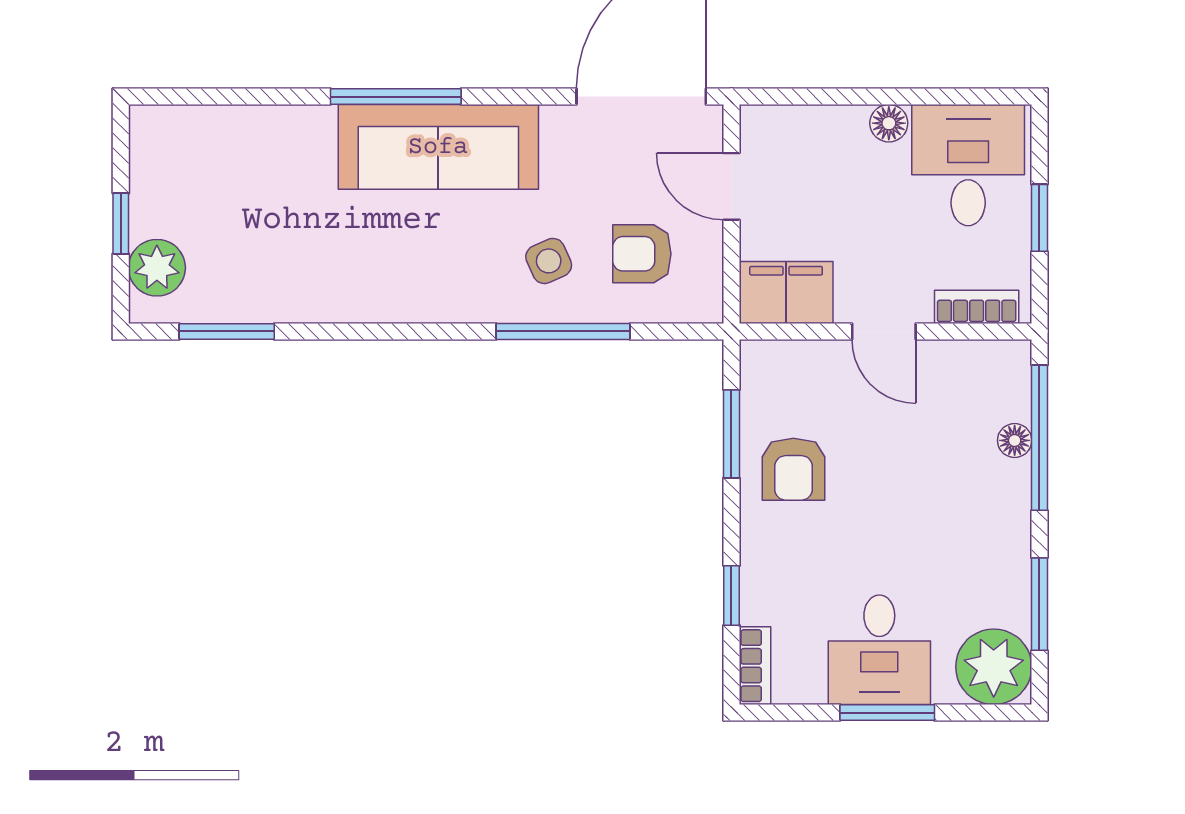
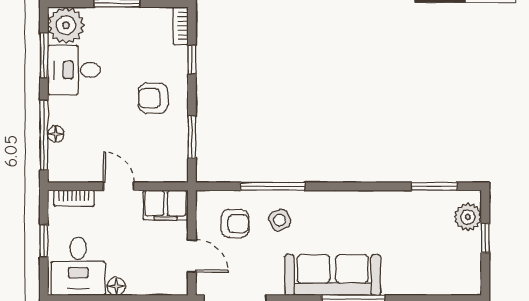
armchair: (793, 469) -> (153, 98), moved, turned -90
desk: (879, 650) -> (74, 70), moved, turned -90

